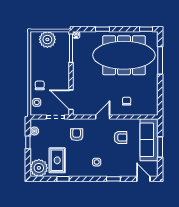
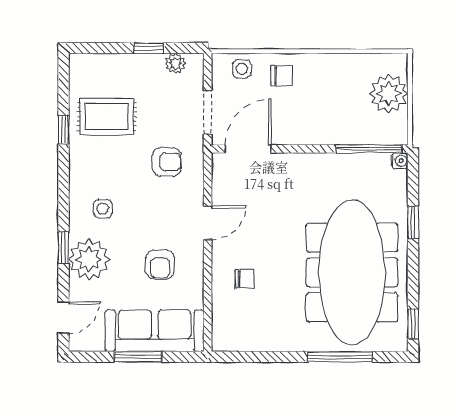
door: (103, 117) -> (208, 223), hinge flipped
plant: (39, 168) -> (89, 259), moved

